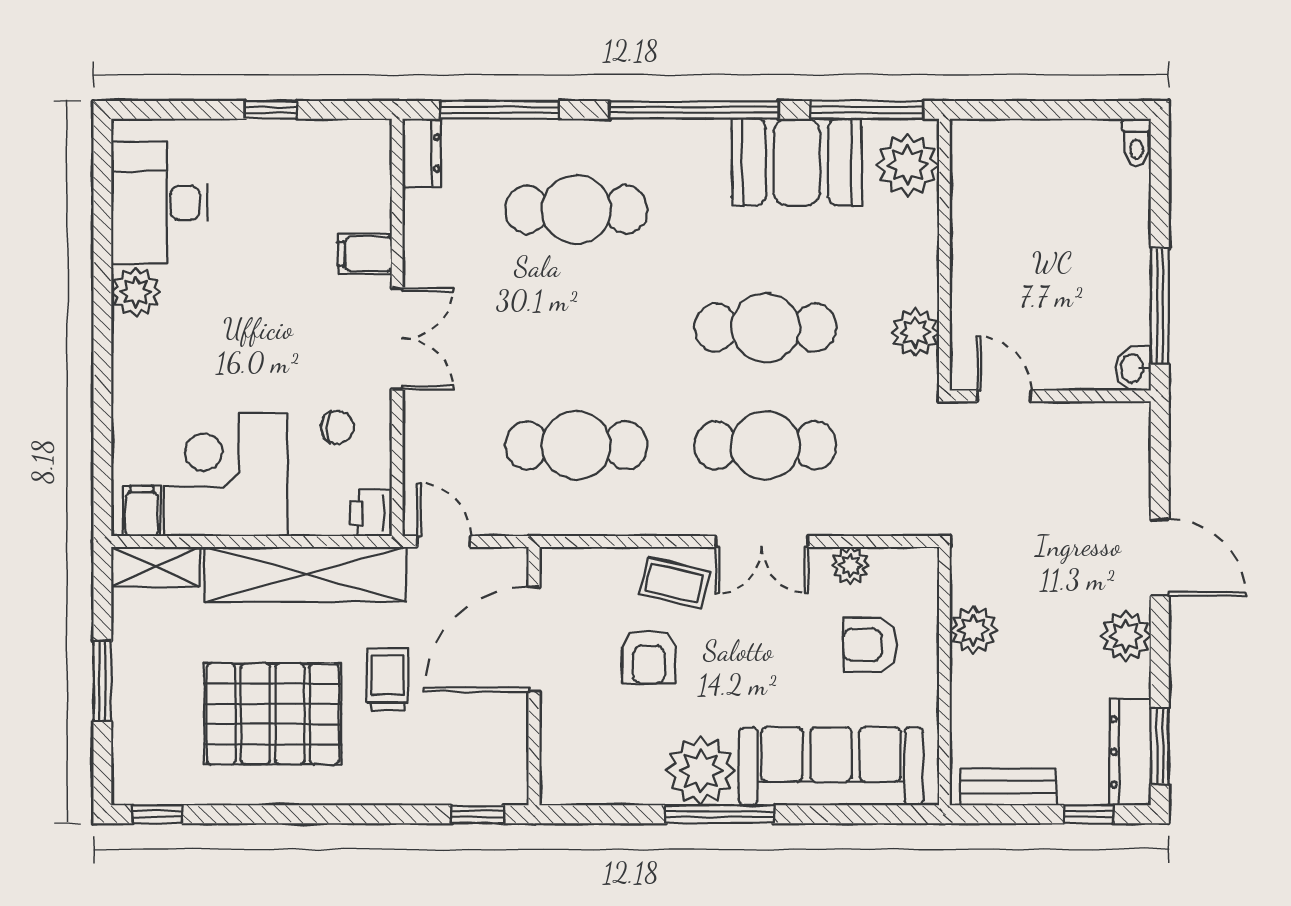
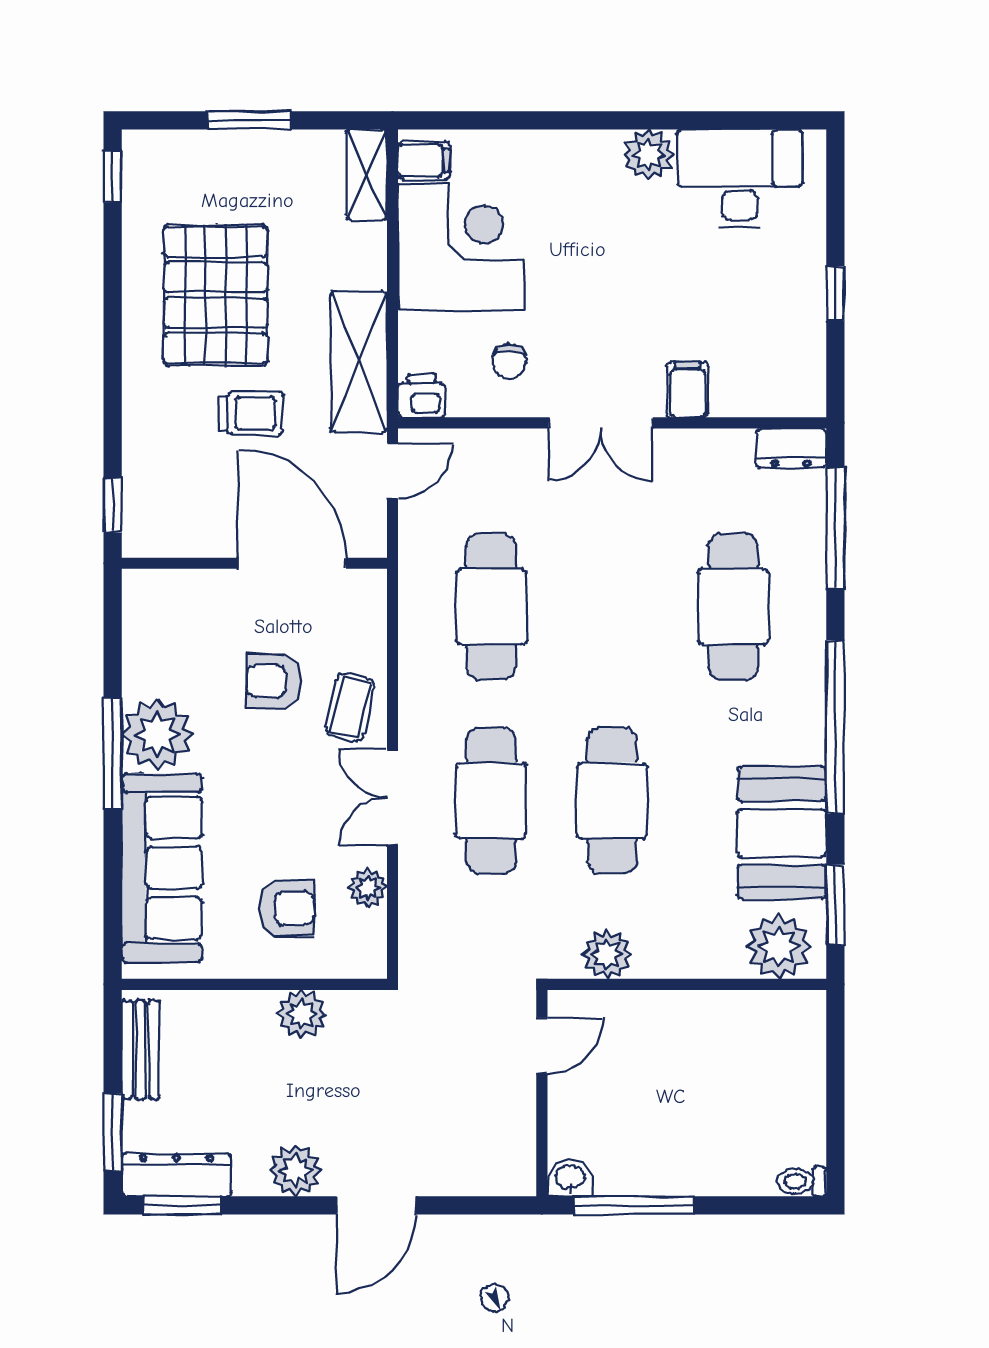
window: (867, 110) -> (835, 905), width x0.69
shelving: (306, 574) -> (359, 362), width x0.68
armchair: (870, 645) -> (286, 908), turned 90
window: (1089, 814) -> (113, 1132), width x1.50

